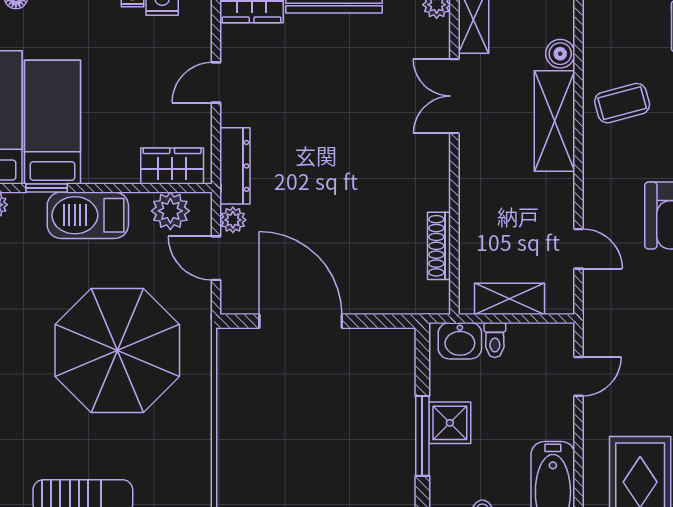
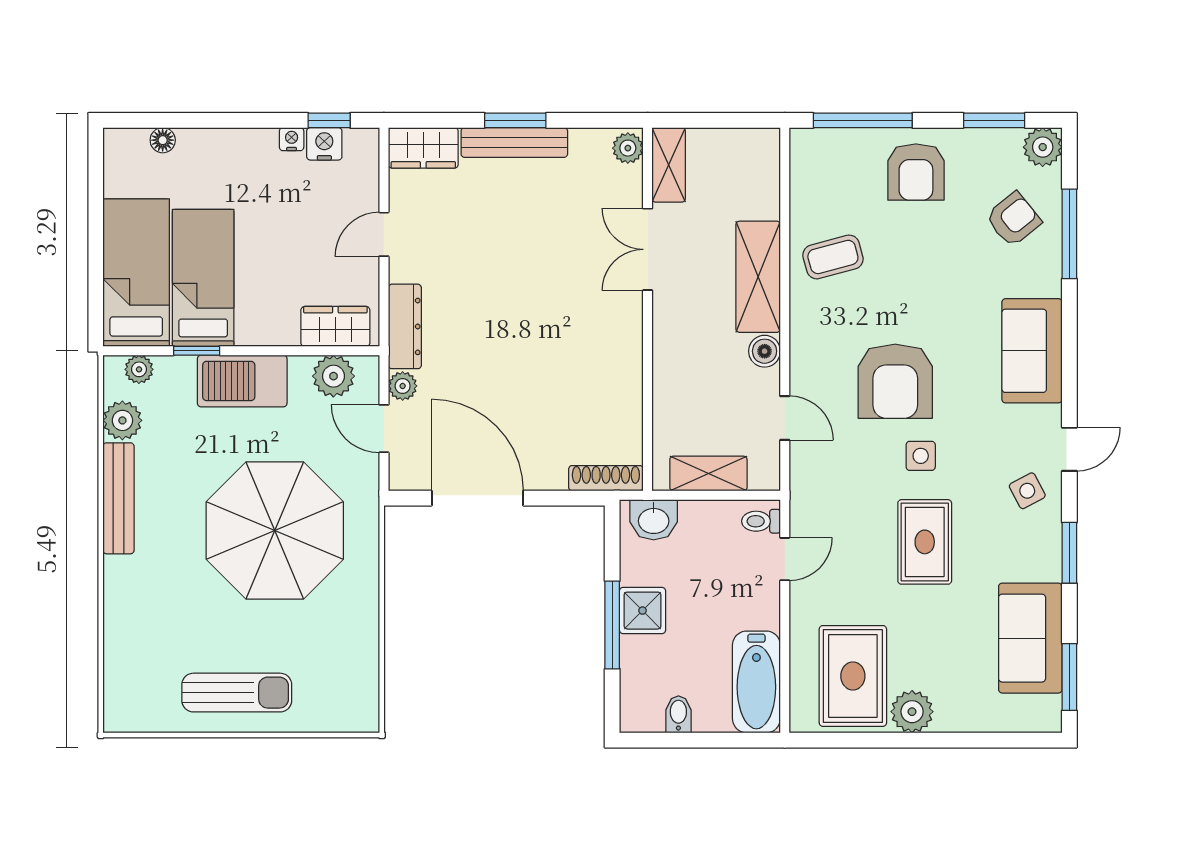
boiler: (560, 54) -> (765, 351), moved
shoe rack: (439, 246) -> (606, 478), moved, turned 90
toilet: (495, 340) -> (761, 521), moved, turned 90

